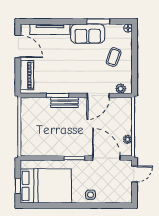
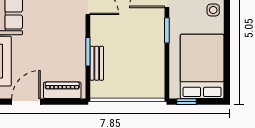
bench: (64, 102) -> (97, 63), moved
window: (18, 186) -> (186, 102), moved

